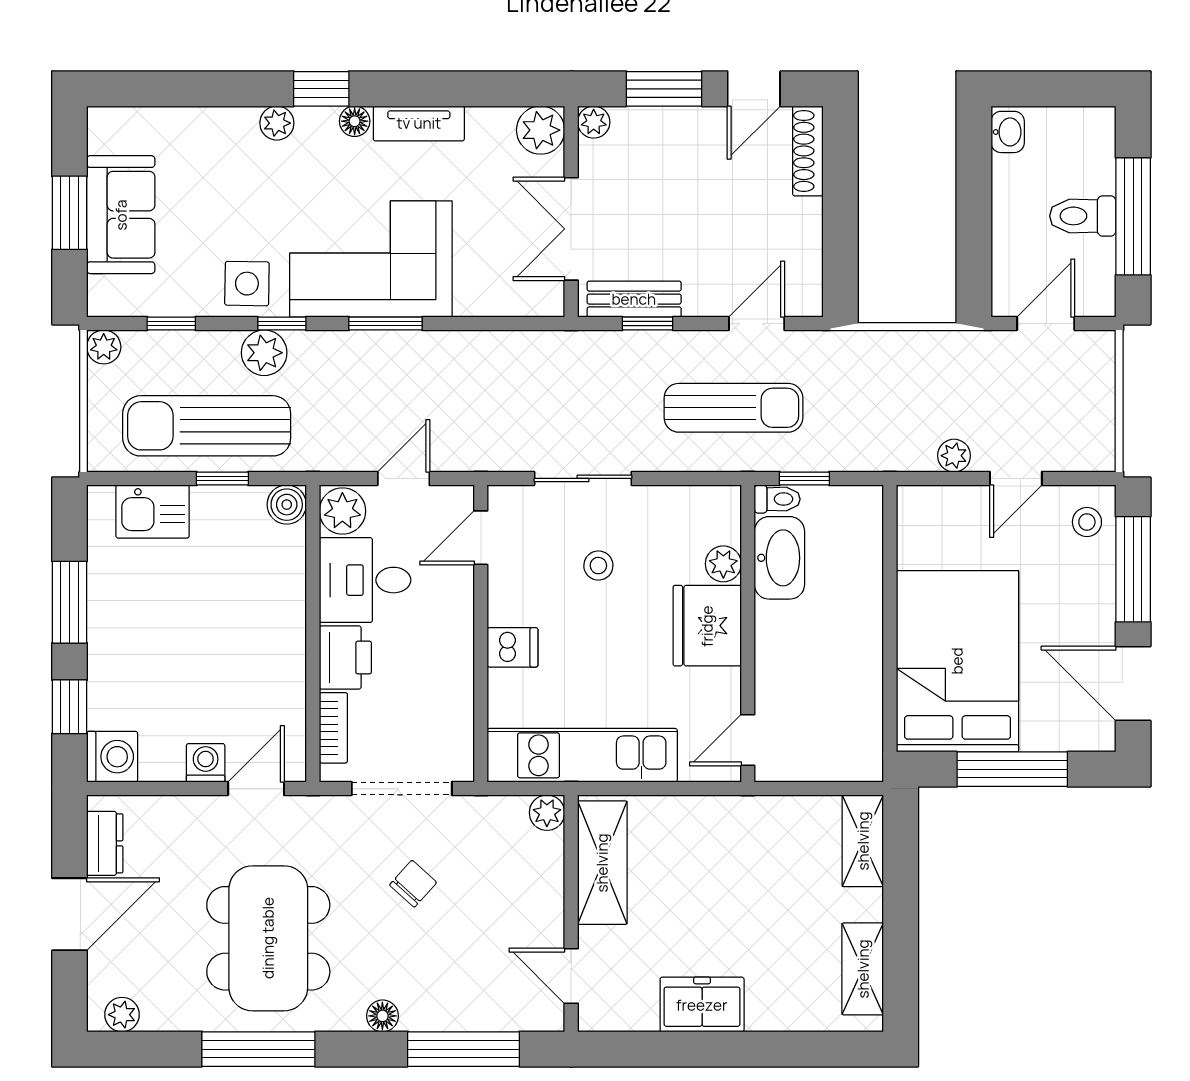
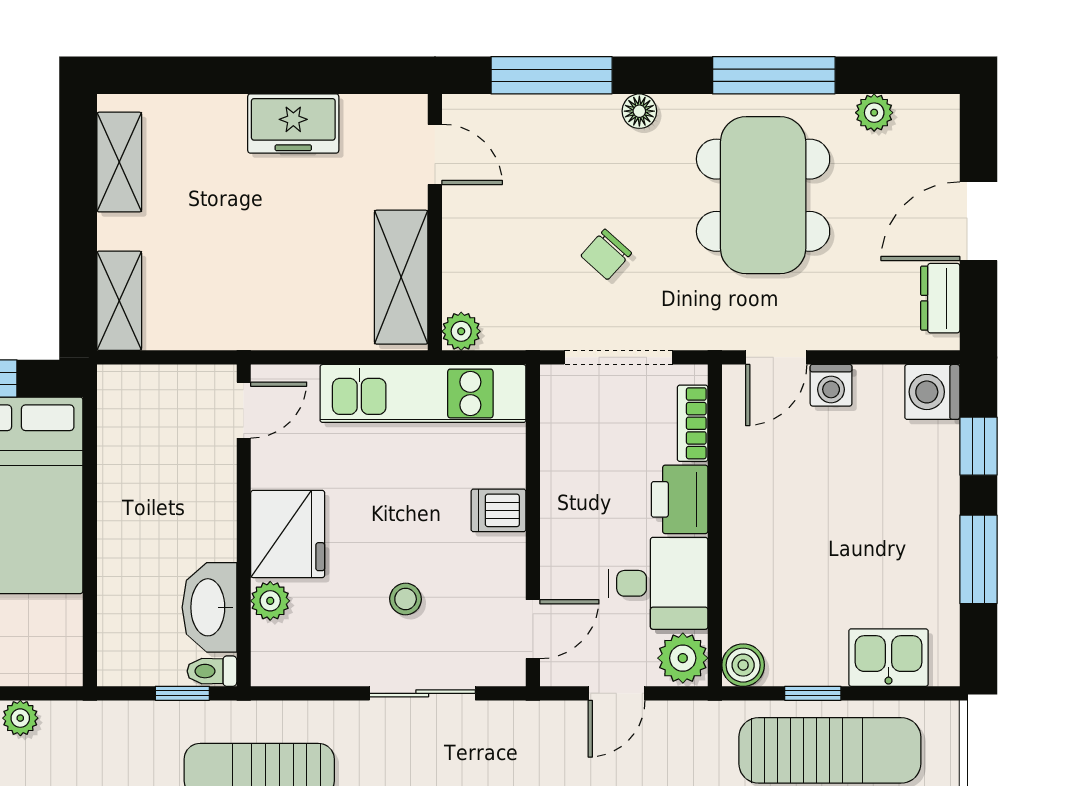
plant: (122, 1015) -> (874, 113), moved

